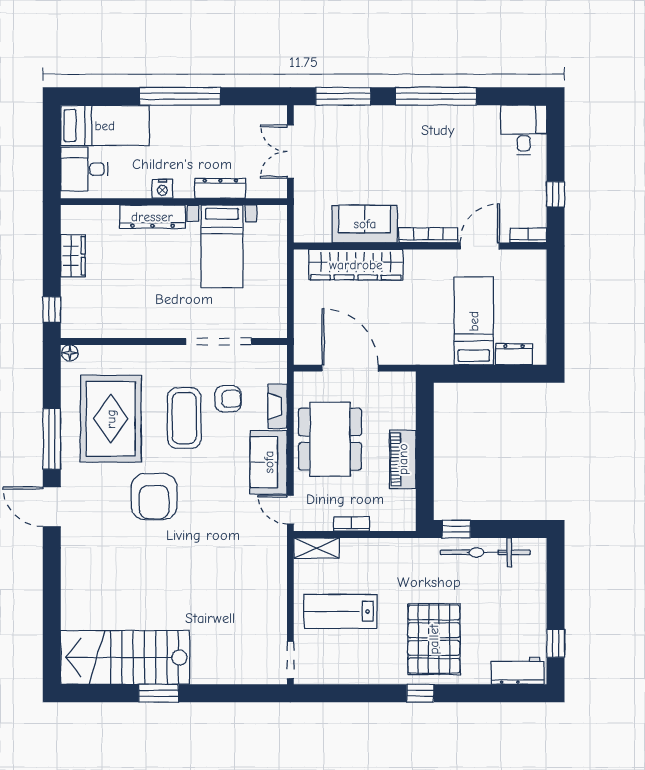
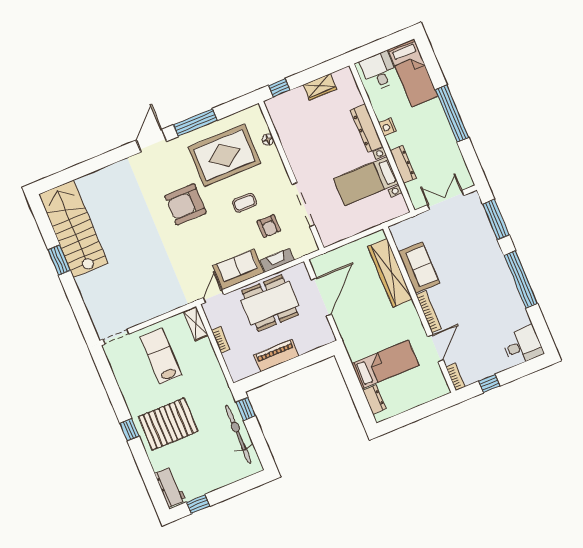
door: (480, 246) -> (435, 348), hinge flipped
floor lamp: (70, 353) -> (268, 140), moved
coffee table: (184, 418) -> (244, 203), width x0.54, depth x0.58

